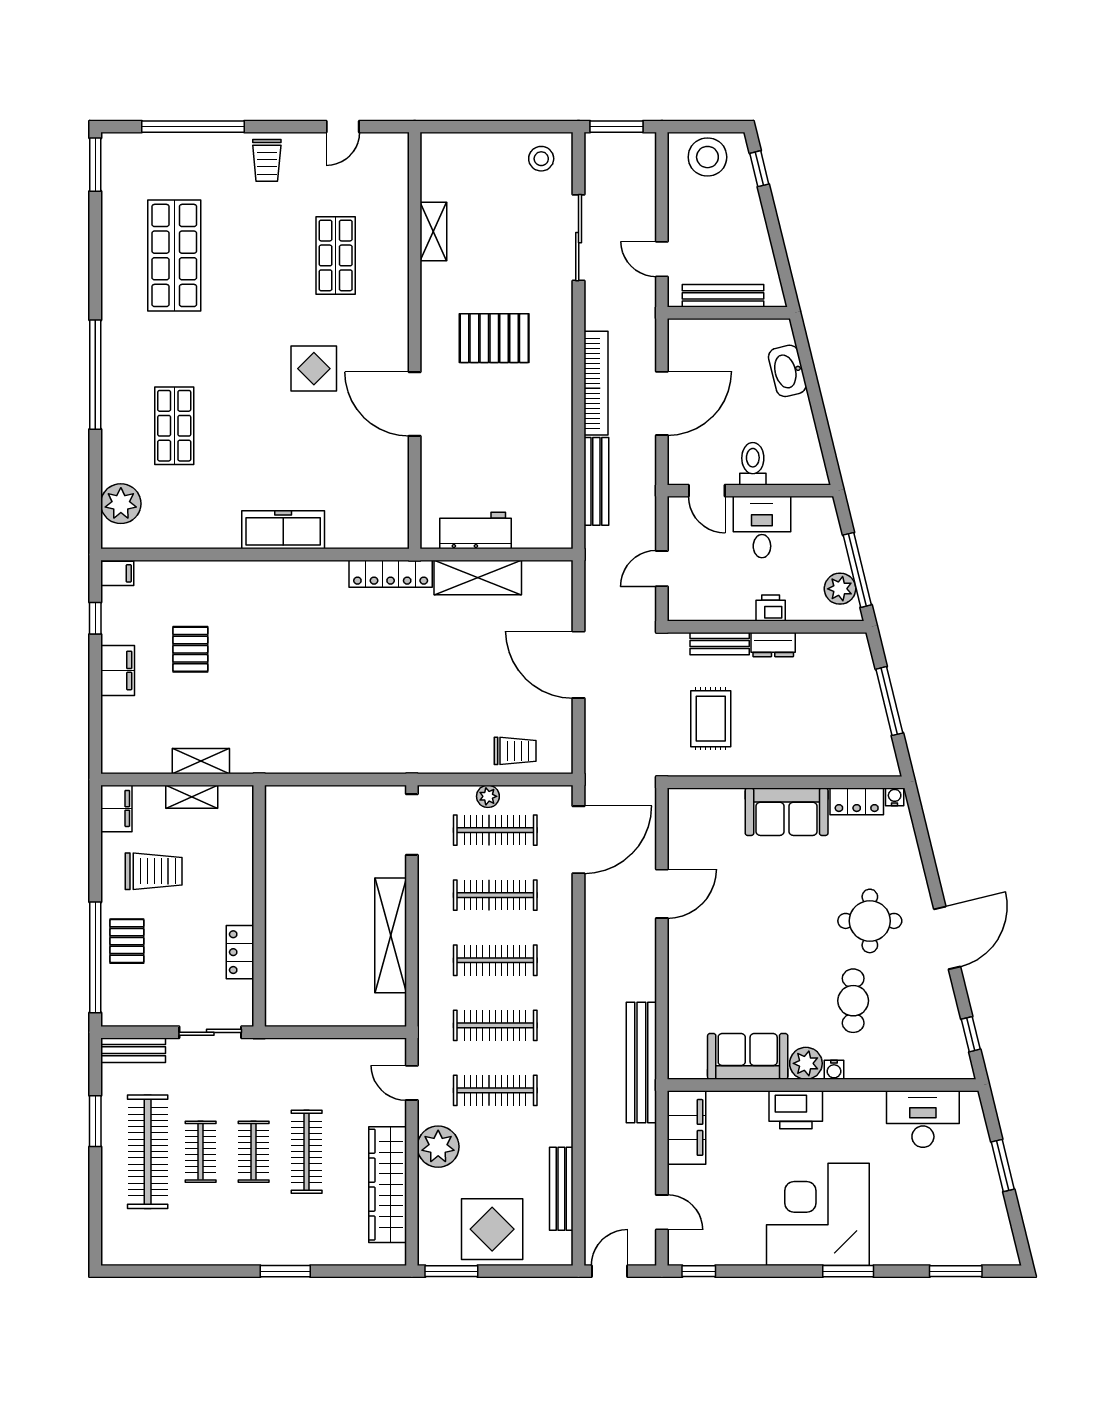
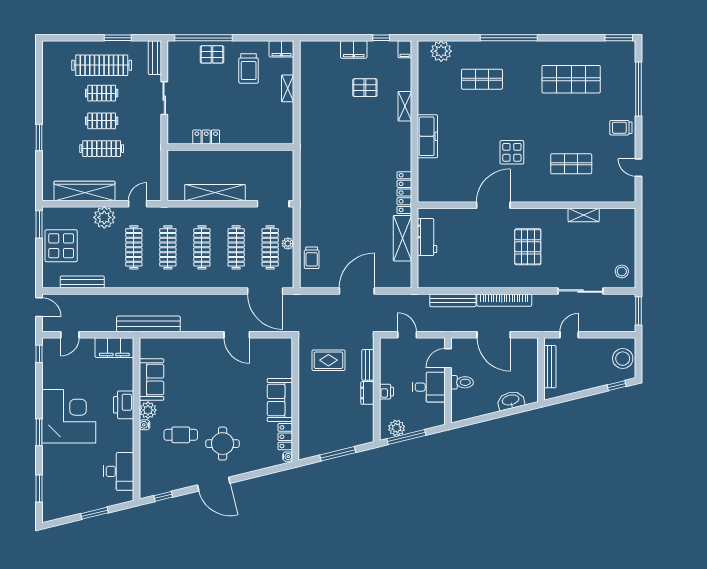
shelving: (201, 761) -> (405, 106), moved
wall: (259, 906) -> (230, 147), moved
locker: (240, 952) -> (206, 137), moved

